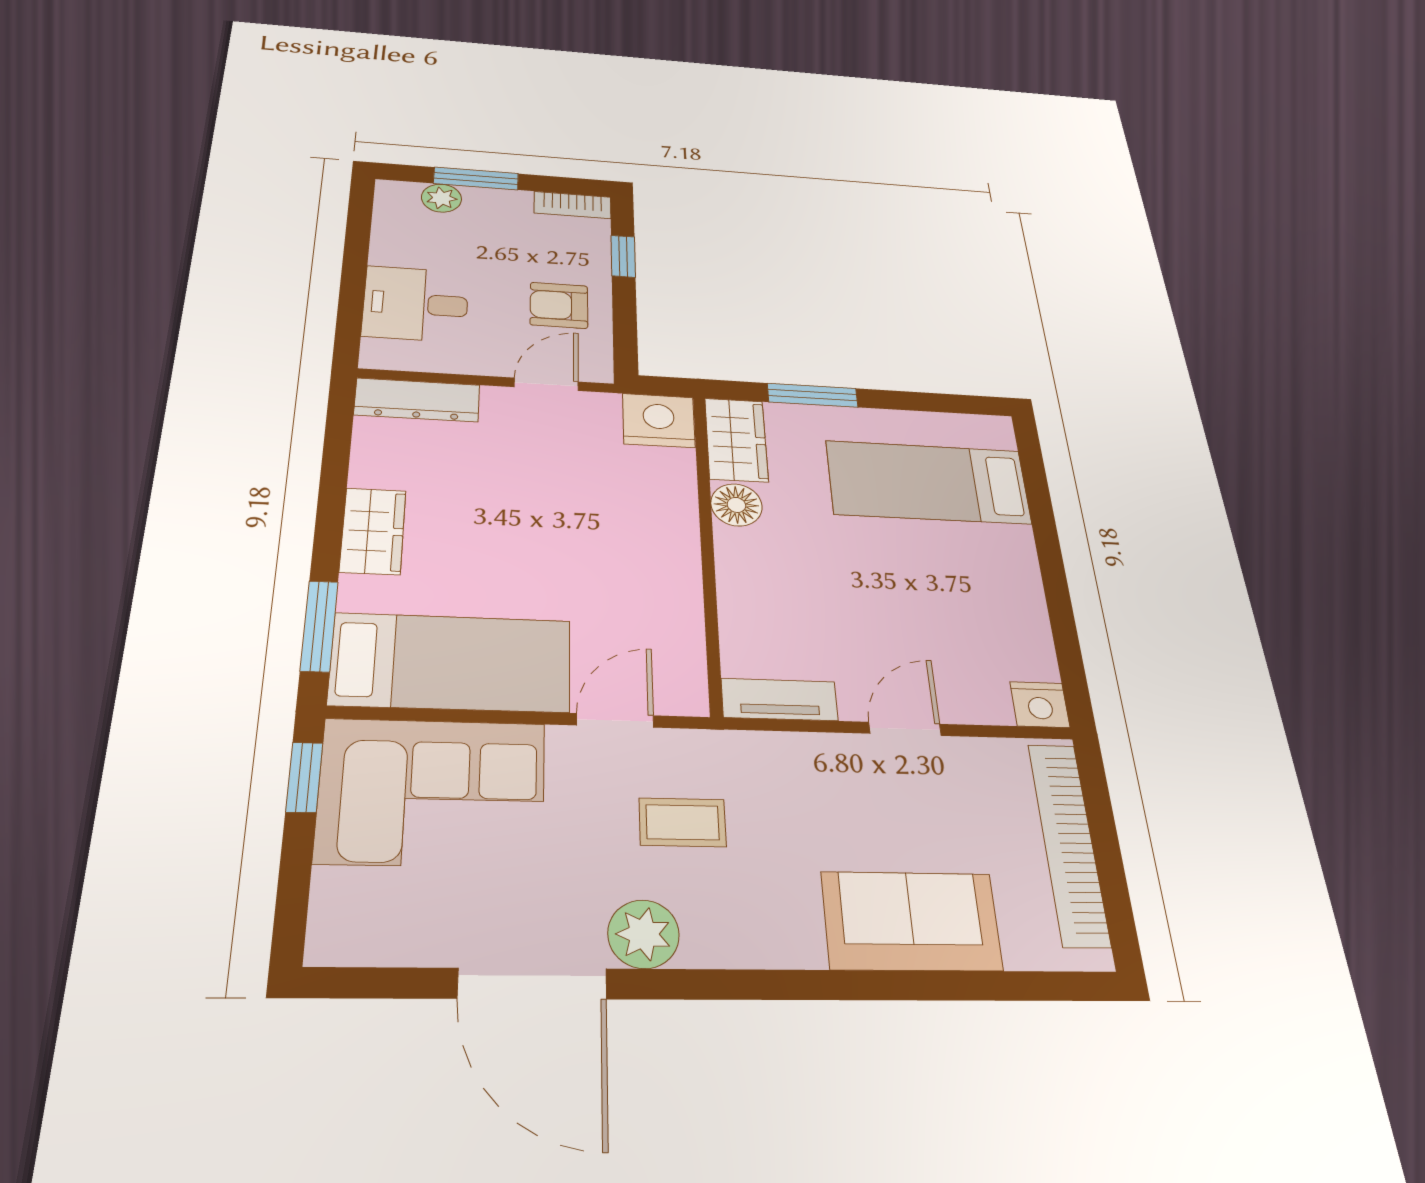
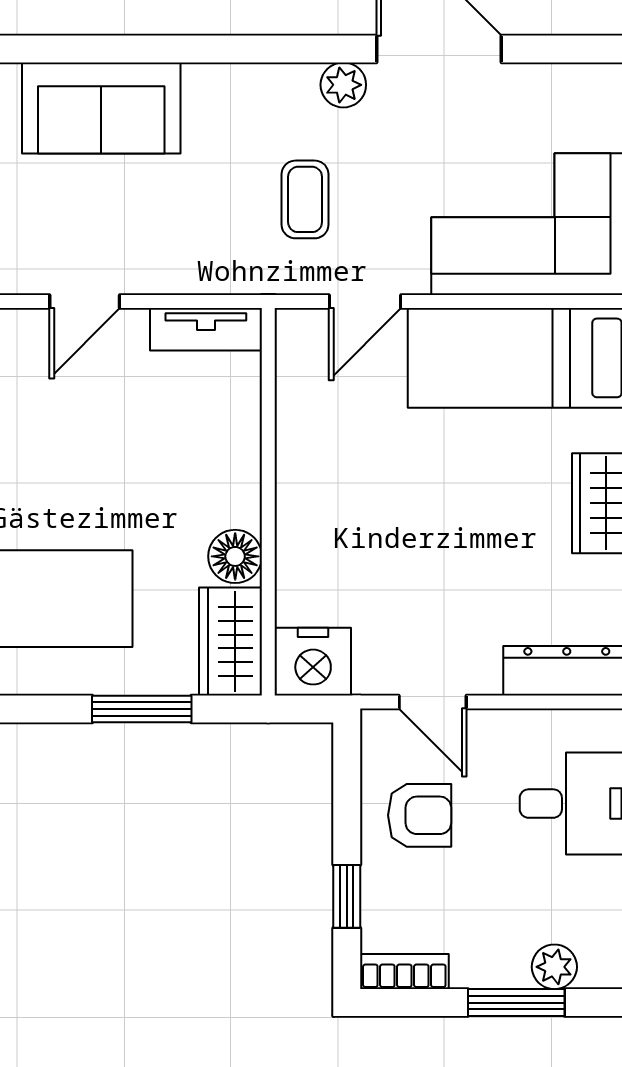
door: (546, 384) -> (433, 702), hinge flipped
coffee table: (683, 822) -> (305, 199), turned 90
plant: (644, 934) -> (343, 85), width x0.73, depth x0.73

